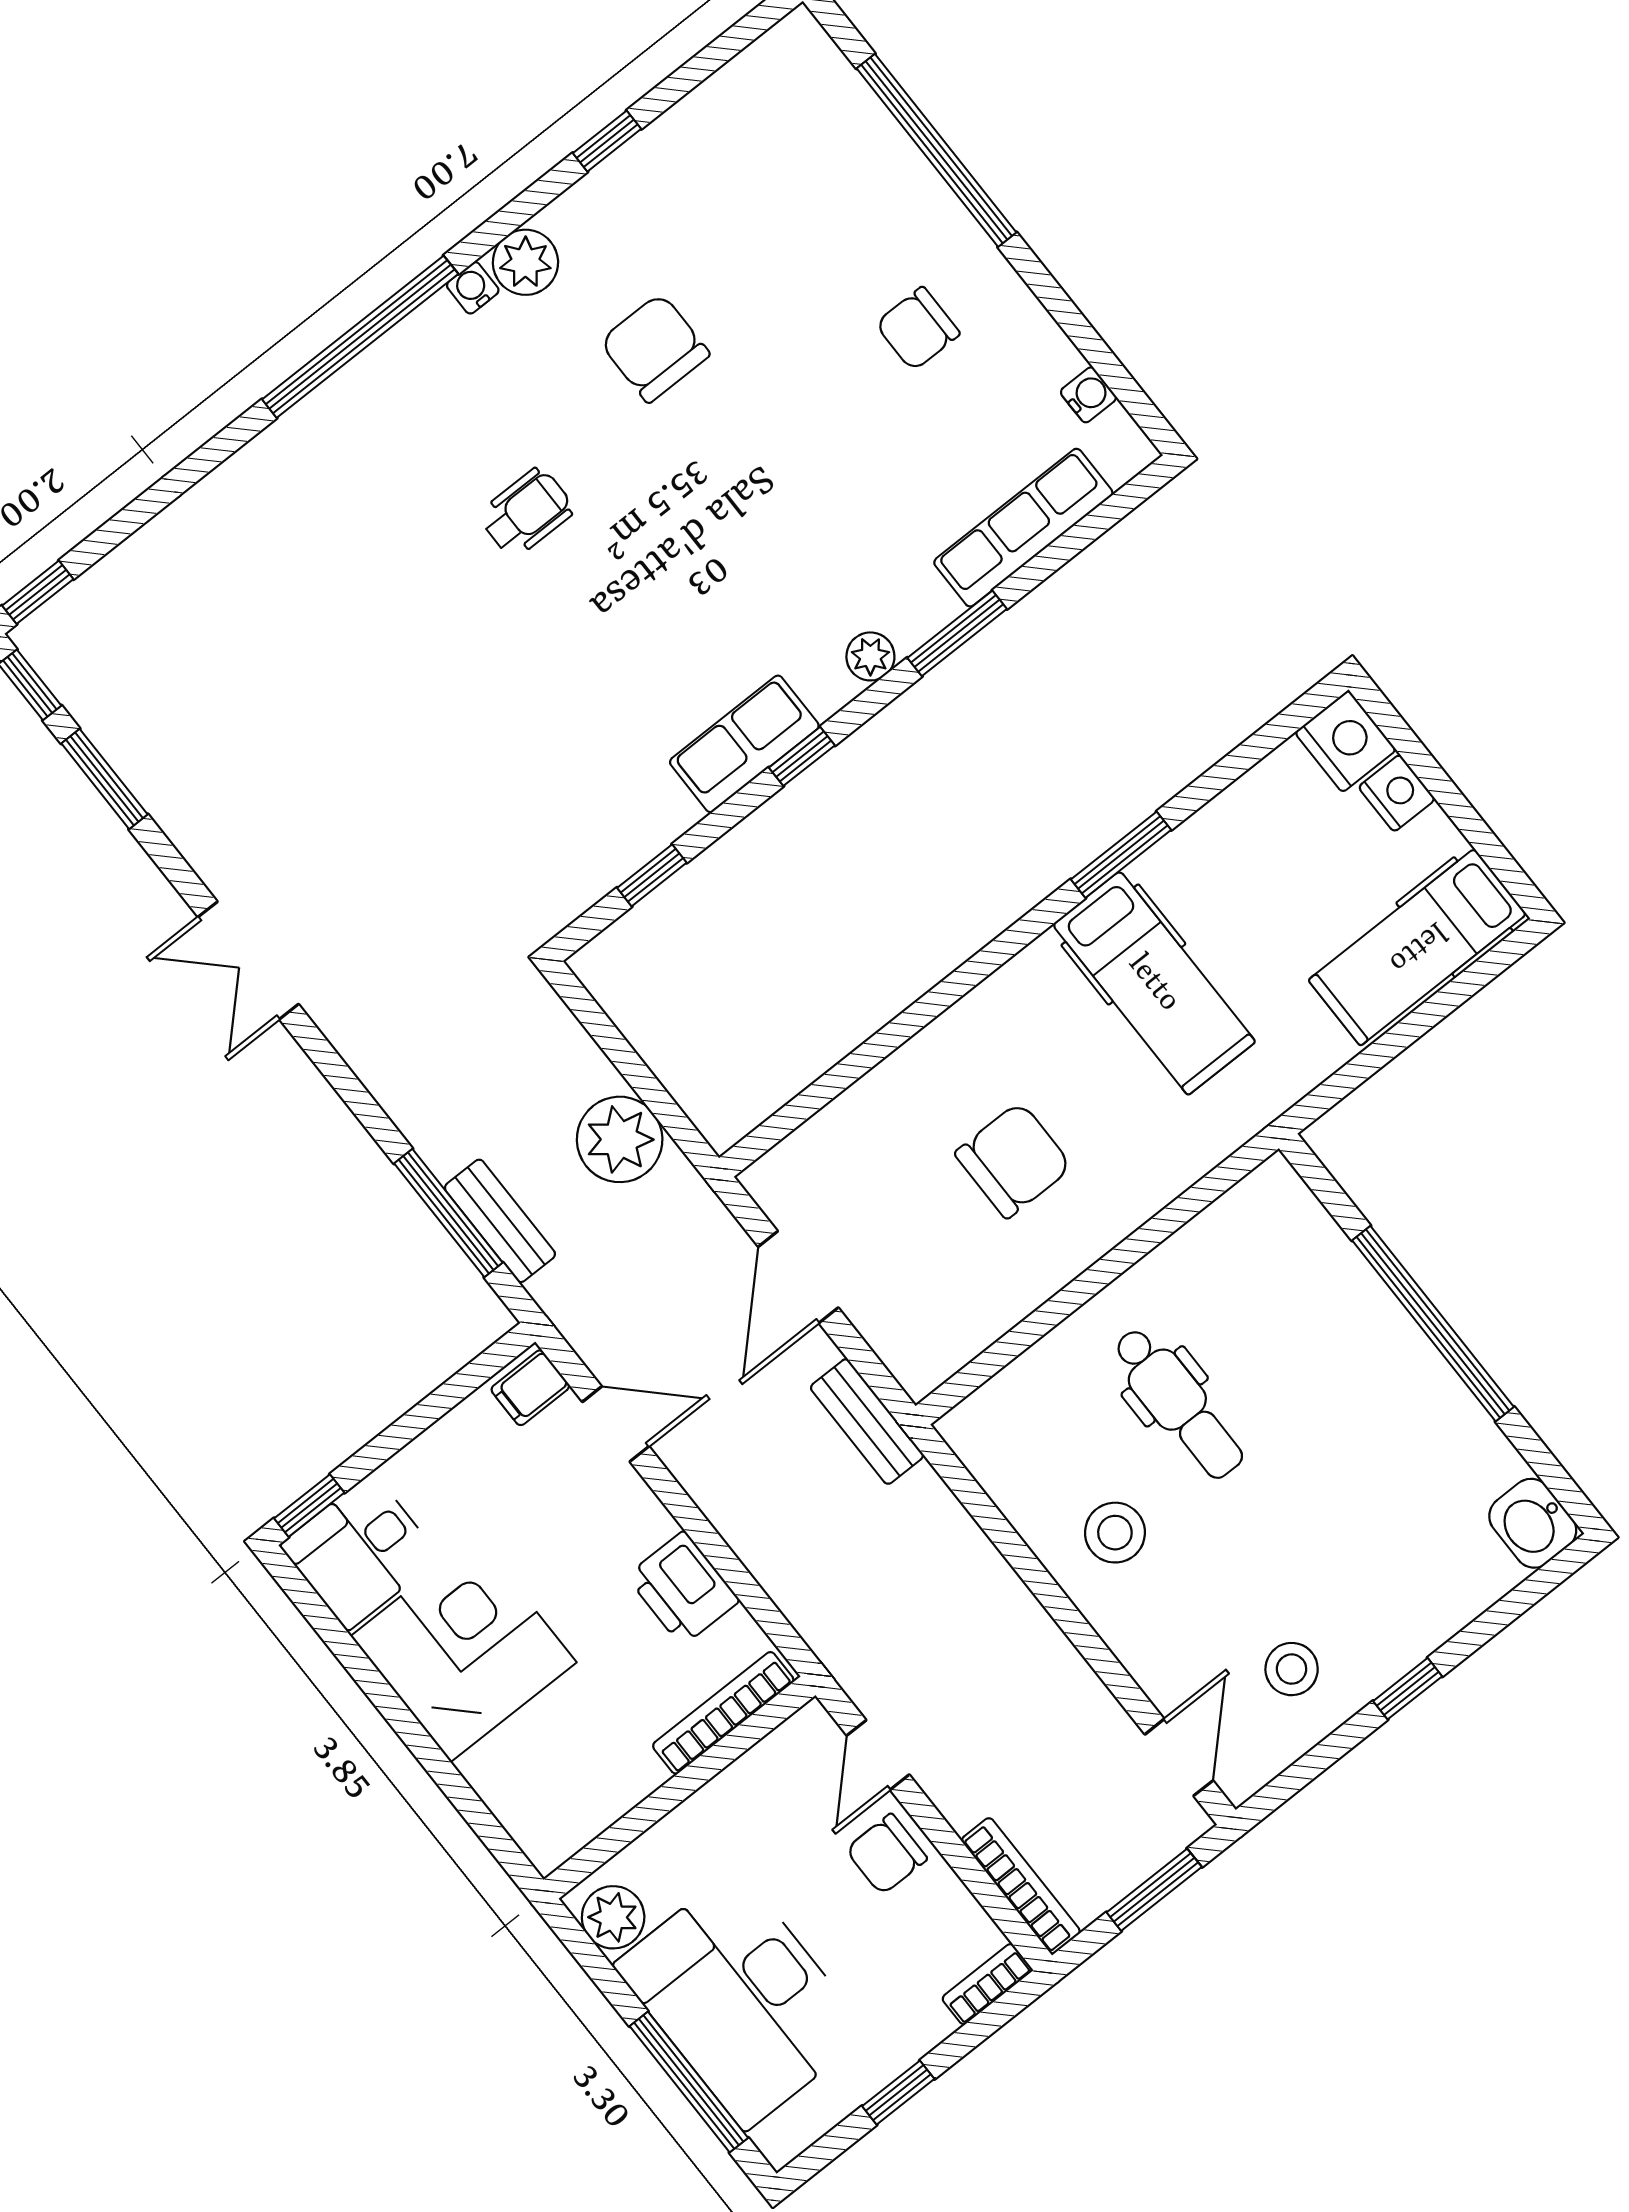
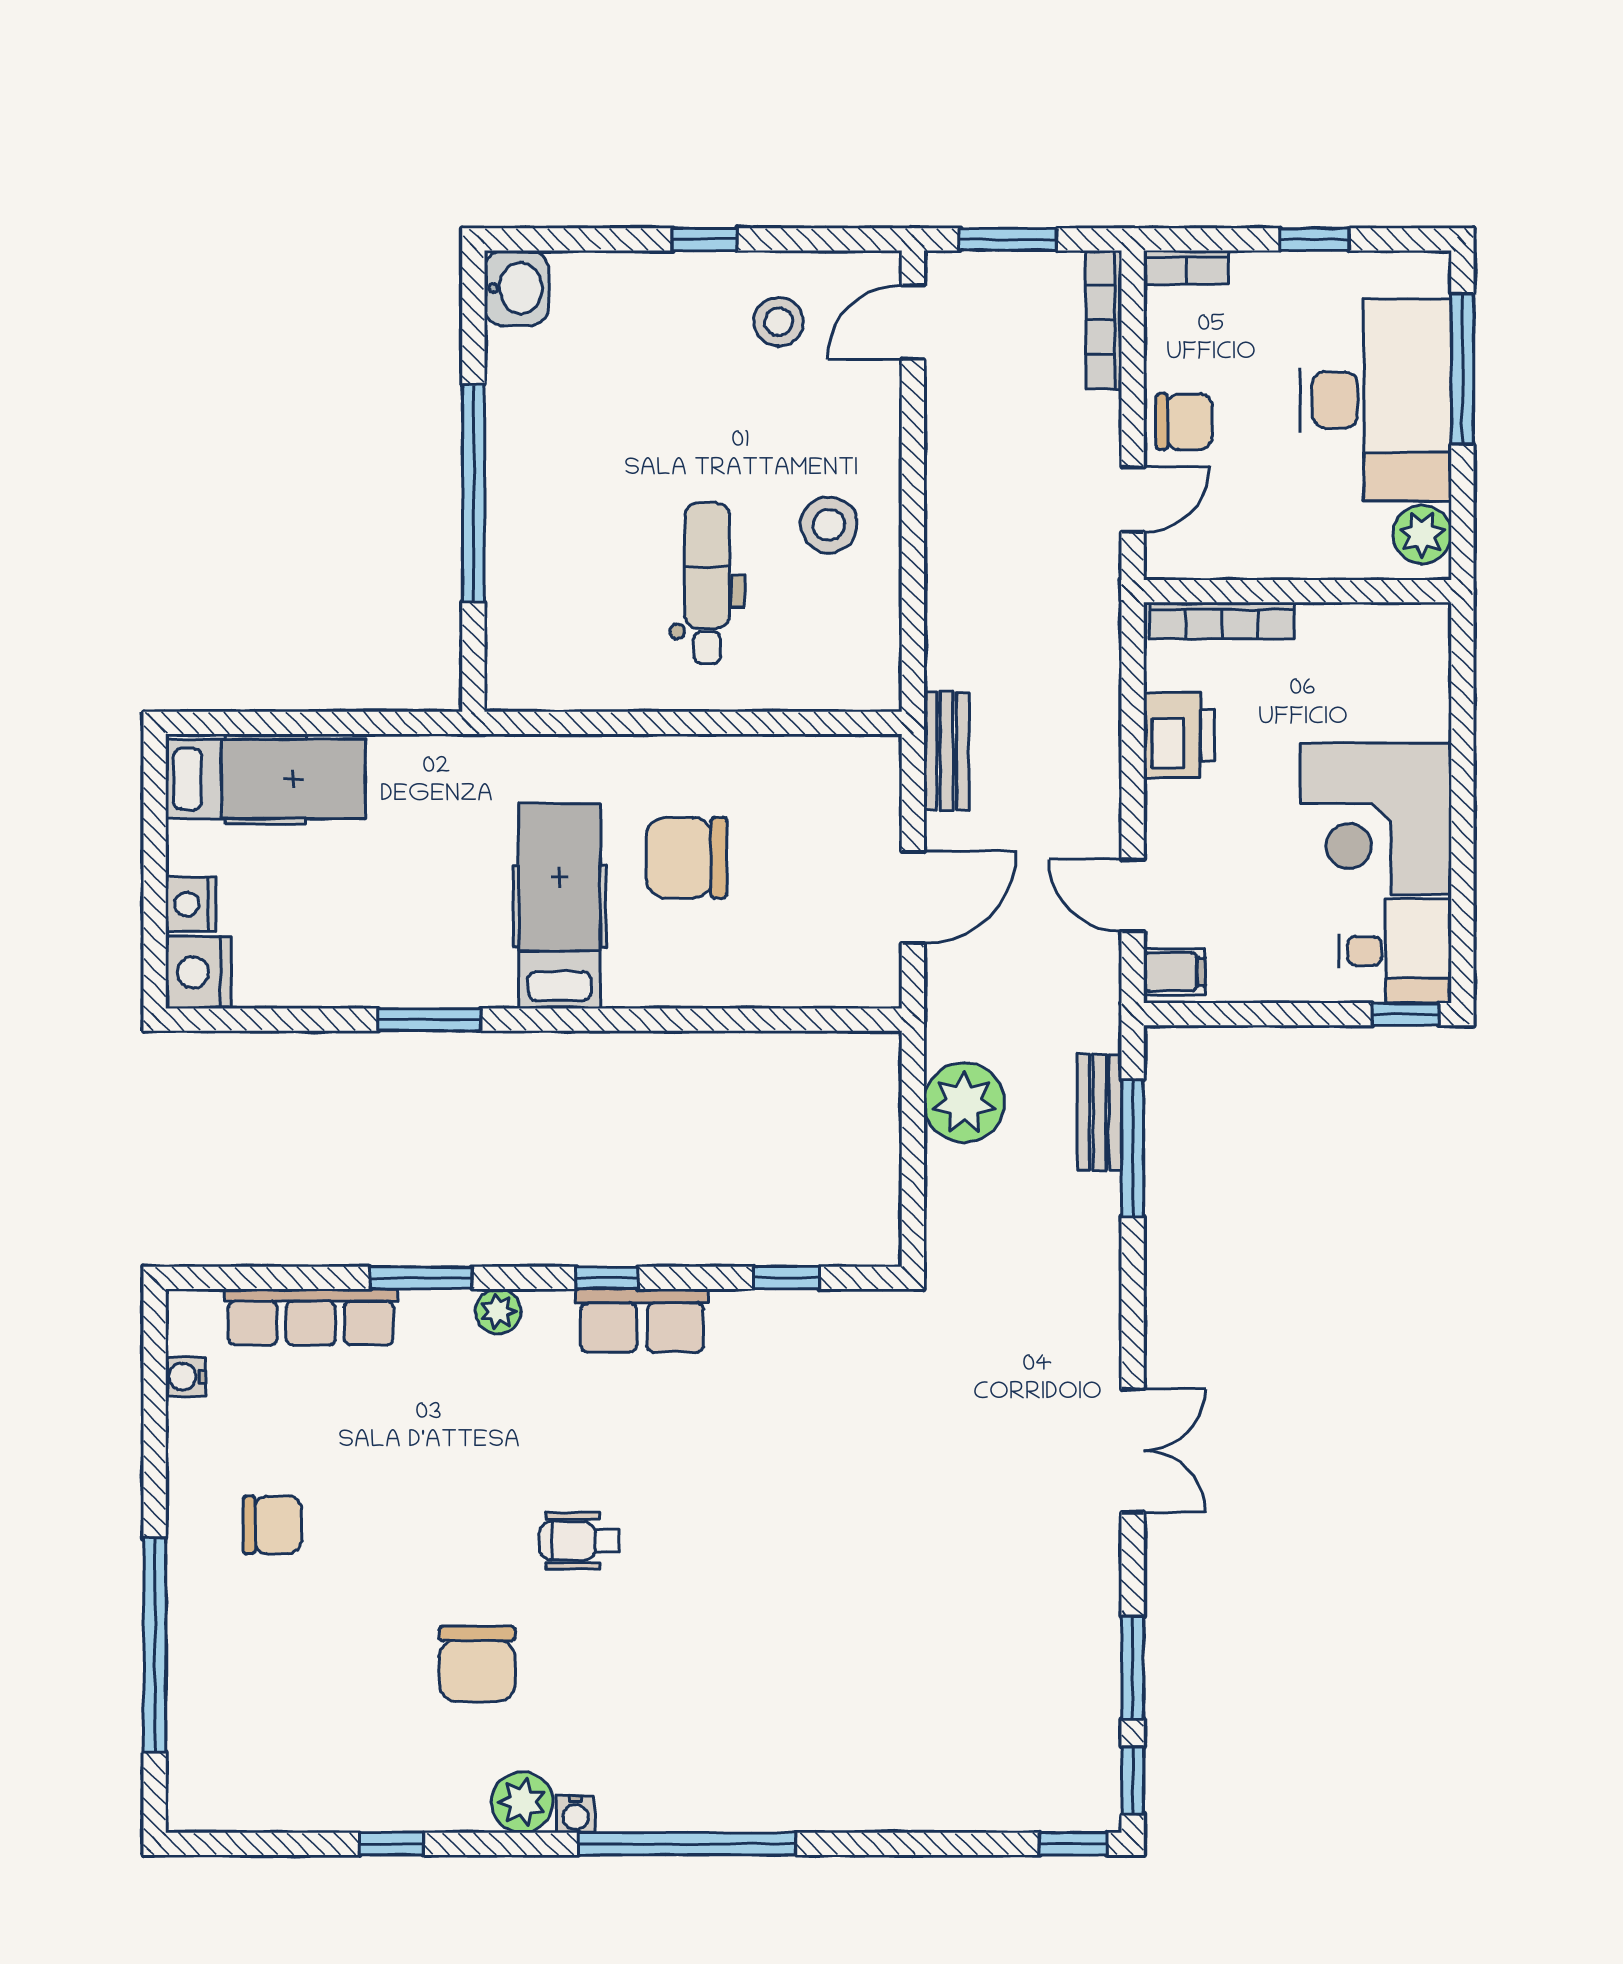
wheelchair: (526, 512) -> (579, 1541), moved
hospital bed: (1154, 983) -> (560, 906), moved

